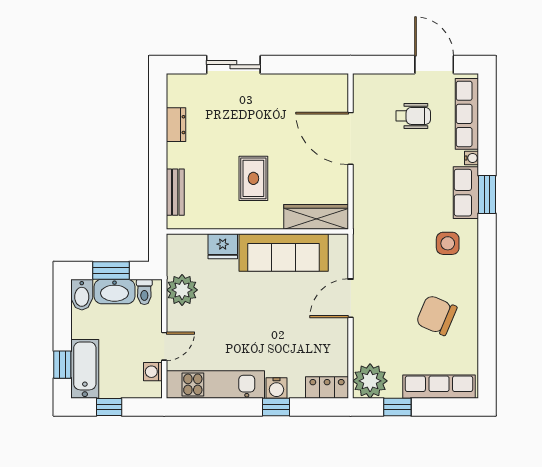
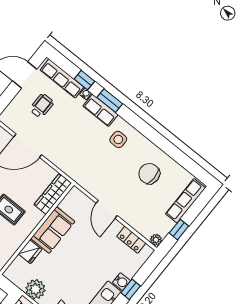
window: (487, 143) -> (84, 80), added
sofa: (284, 253) -> (53, 230), width x0.73
chair: (437, 315) -> (149, 174), turned 67
plant: (370, 381) -> (156, 240), width x0.53, depth x0.53
locker: (327, 387) -> (131, 240), moved, turned -90

